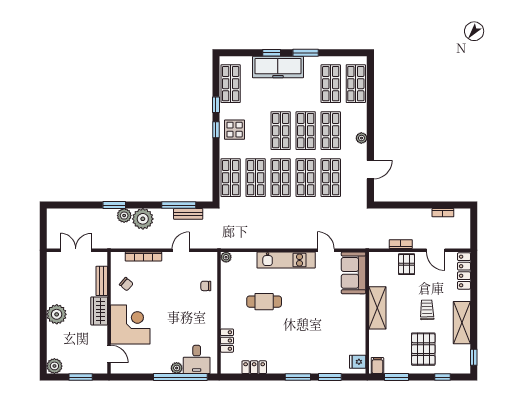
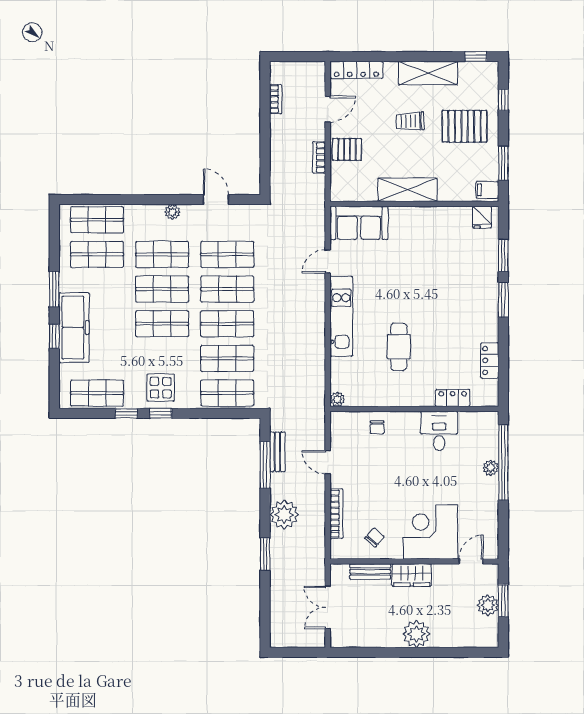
plant: (124, 216) -> (280, 540), removed
desk: (197, 359) -> (439, 431), moved, turned -90
plant: (54, 366) -> (488, 605), moved

